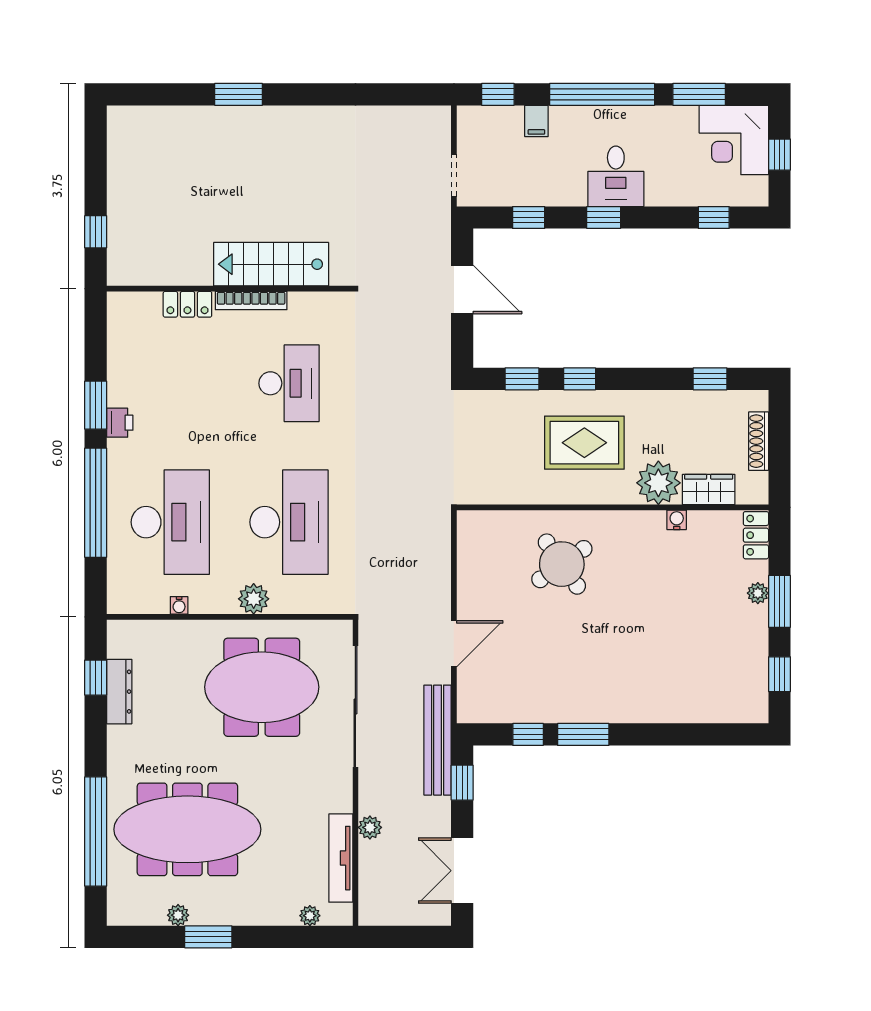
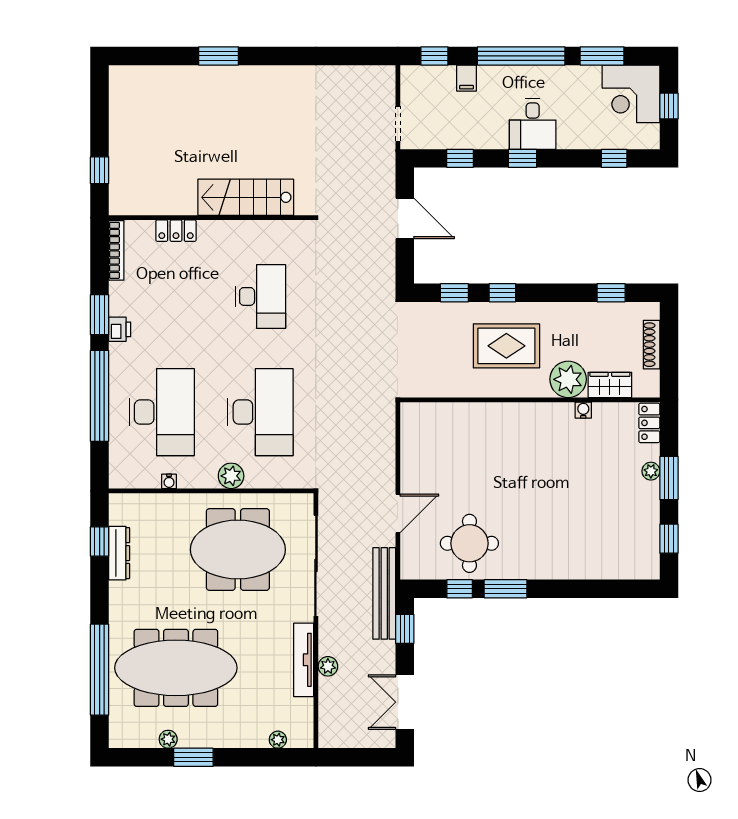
bookcase: (251, 300) -> (116, 250), moved, turned -90
round table: (562, 564) -> (469, 543), moved, turned 35
tv unit: (341, 858) -> (304, 660), moved

